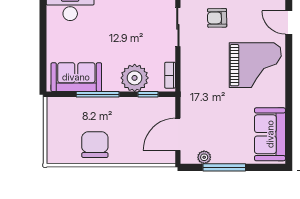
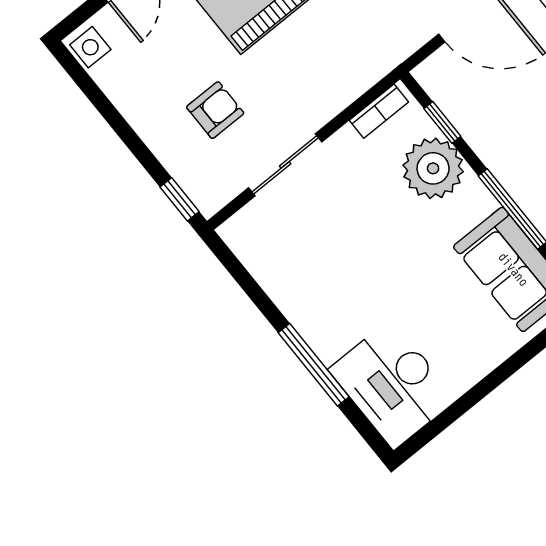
armchair: (217, 18) -> (215, 110), turned -89

